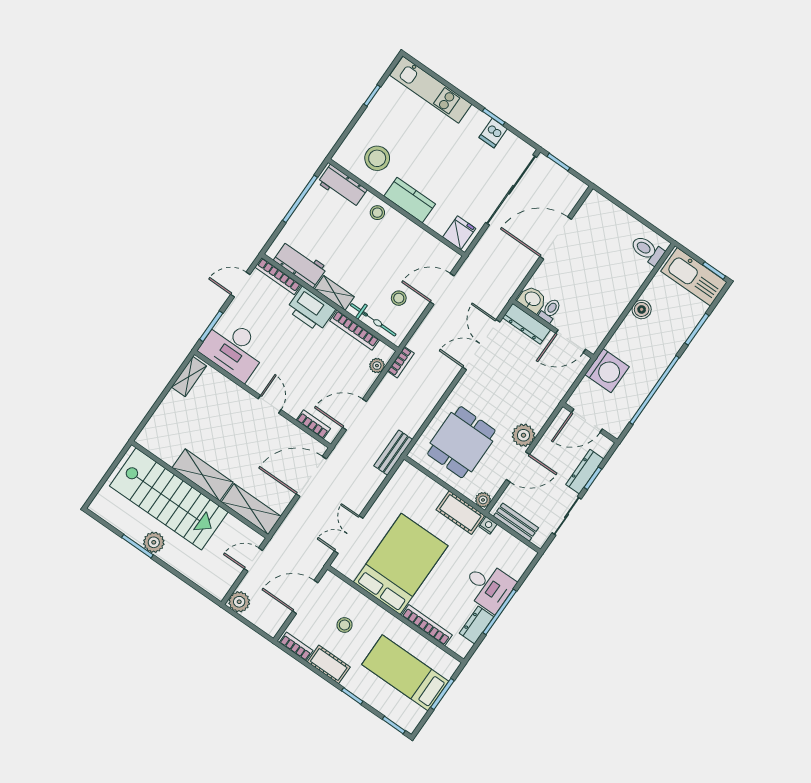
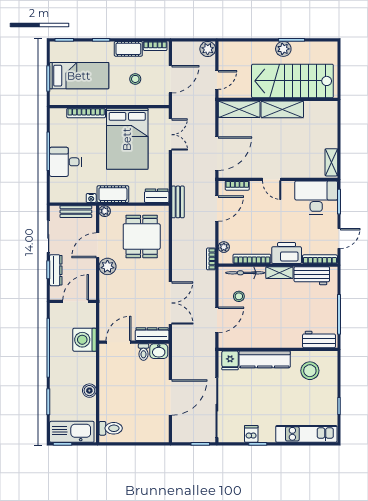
kitchen counter: (410, 200) -> (265, 359), width x1.50
stool: (377, 213) -> (287, 338), removed
dresser: (477, 625) -> (157, 196), moved, turned -90

